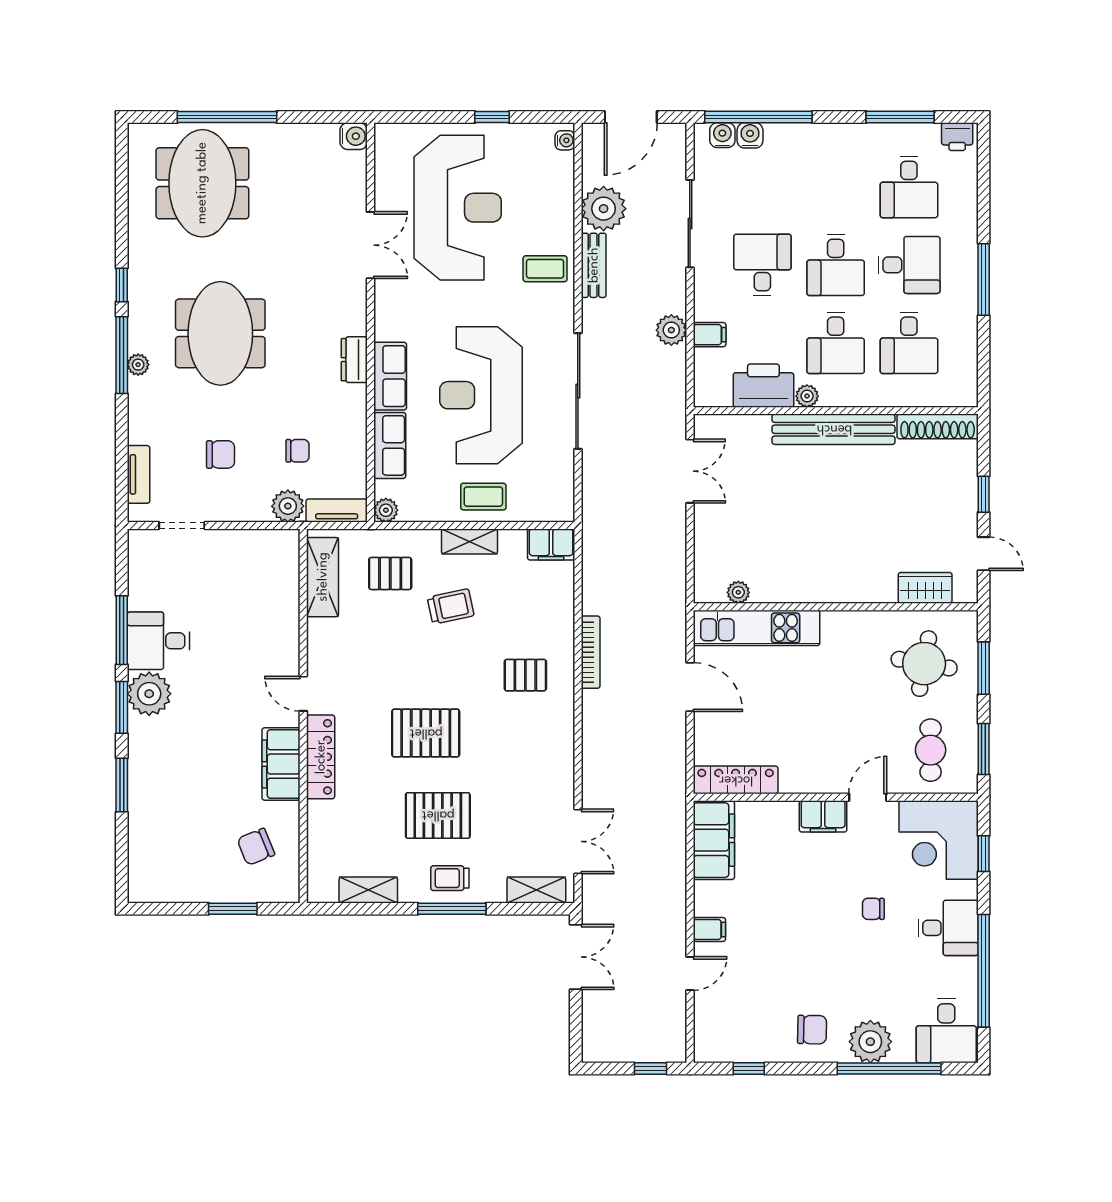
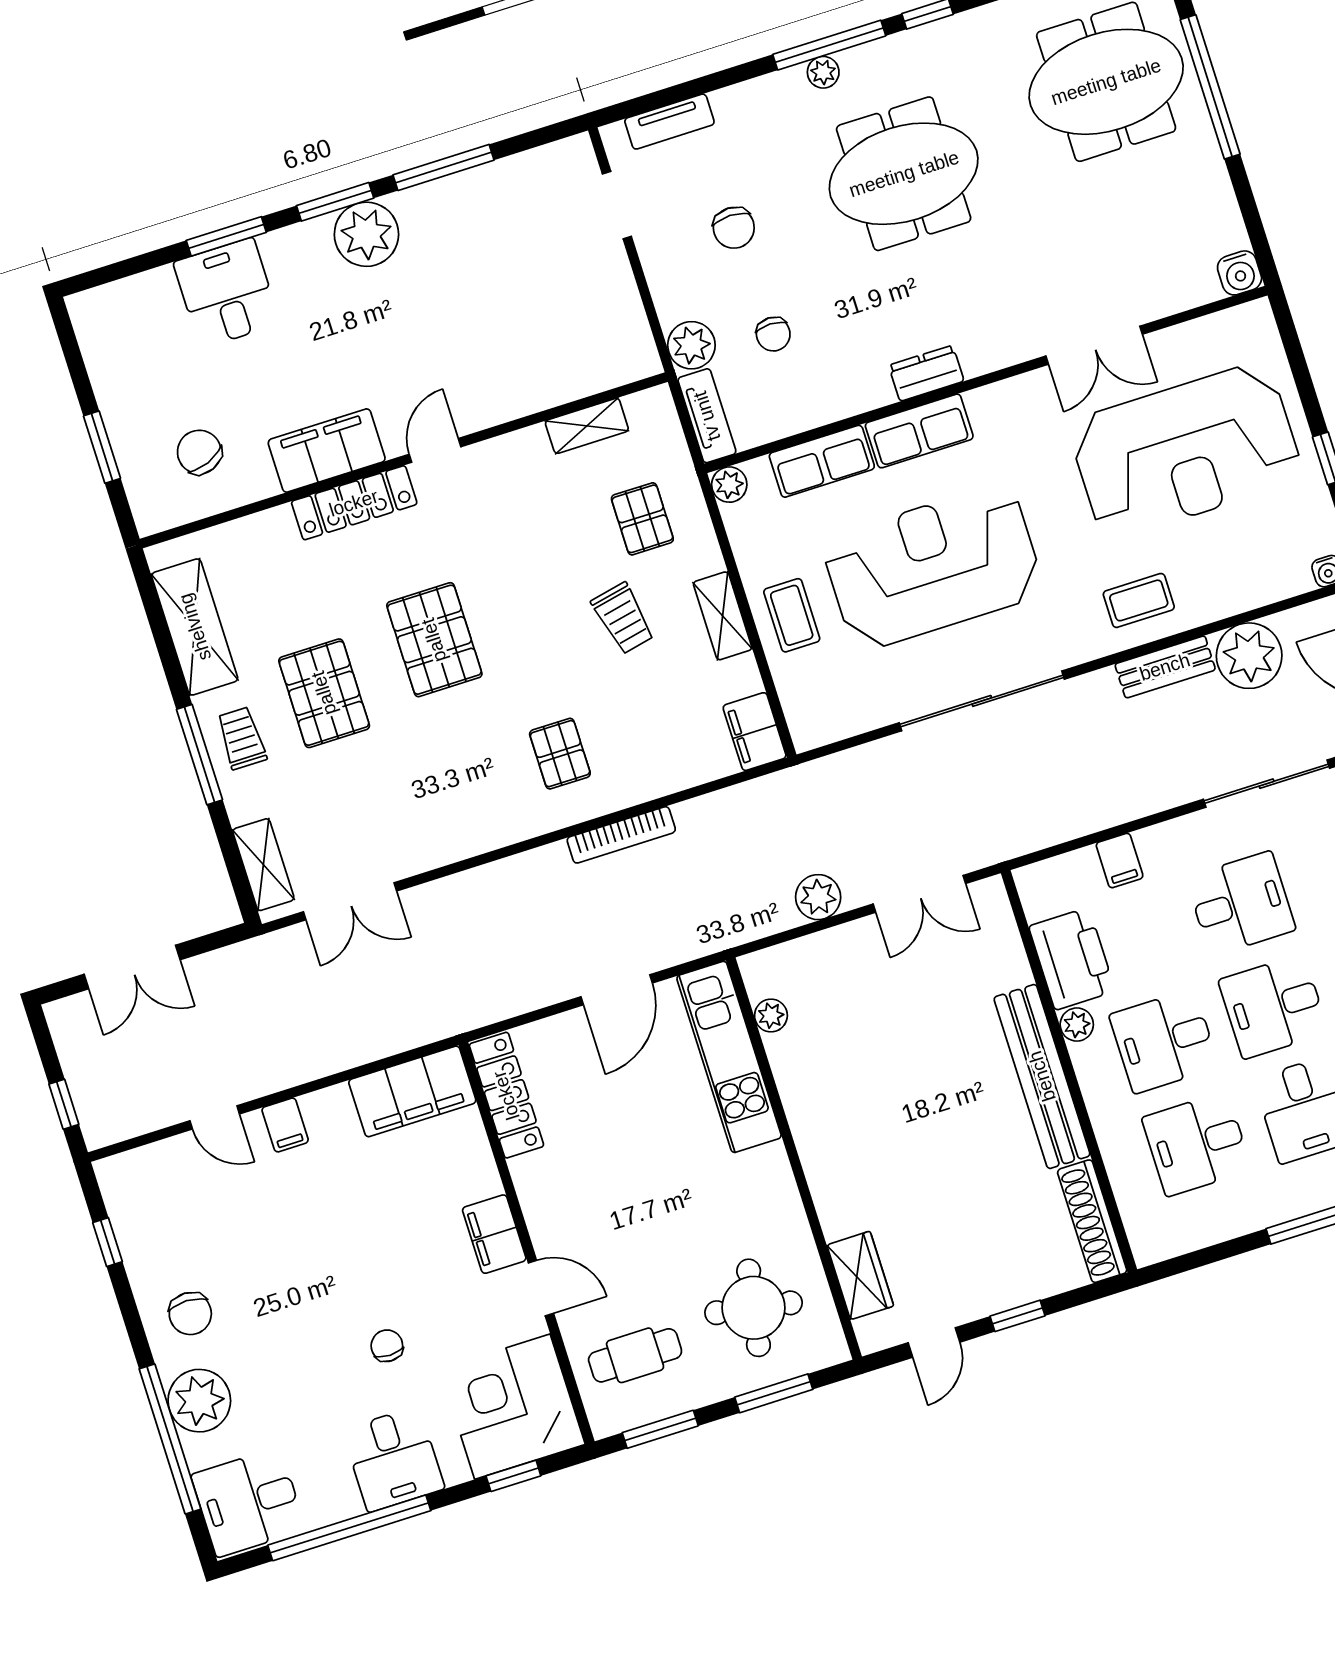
coffee table: (545, 269) -> (1139, 600), turned 90
plant: (671, 330) -> (818, 897), moved
shelving: (323, 577) -> (587, 426), width x0.67, depth x0.75
desk: (158, 641) -> (227, 293), moved
shelving: (368, 890) -> (195, 627), width x1.50, depth x1.33
double door: (576, 957) -> (132, 967), moved

